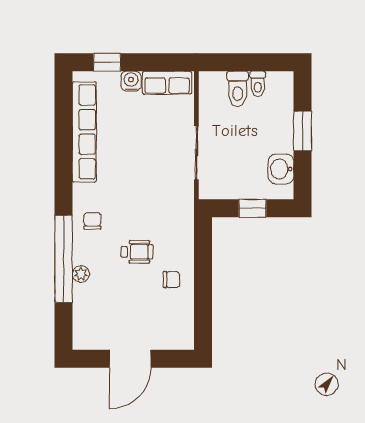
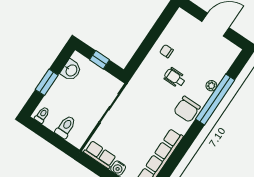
toilet: (258, 84) -> (42, 115), moved
chair: (92, 221) -> (187, 109), width x1.87, depth x1.87

